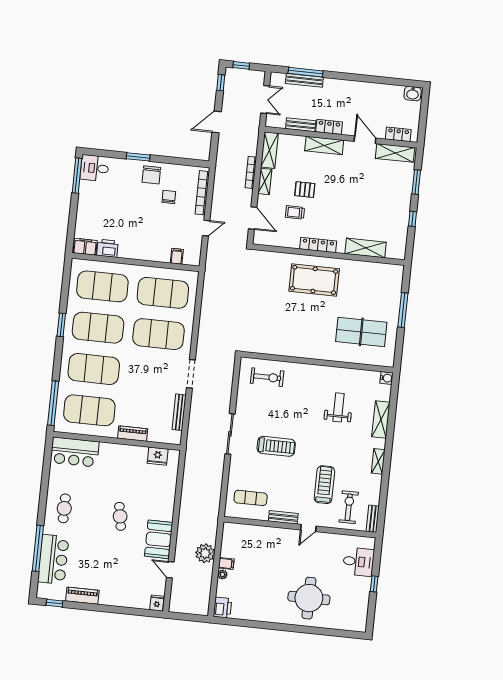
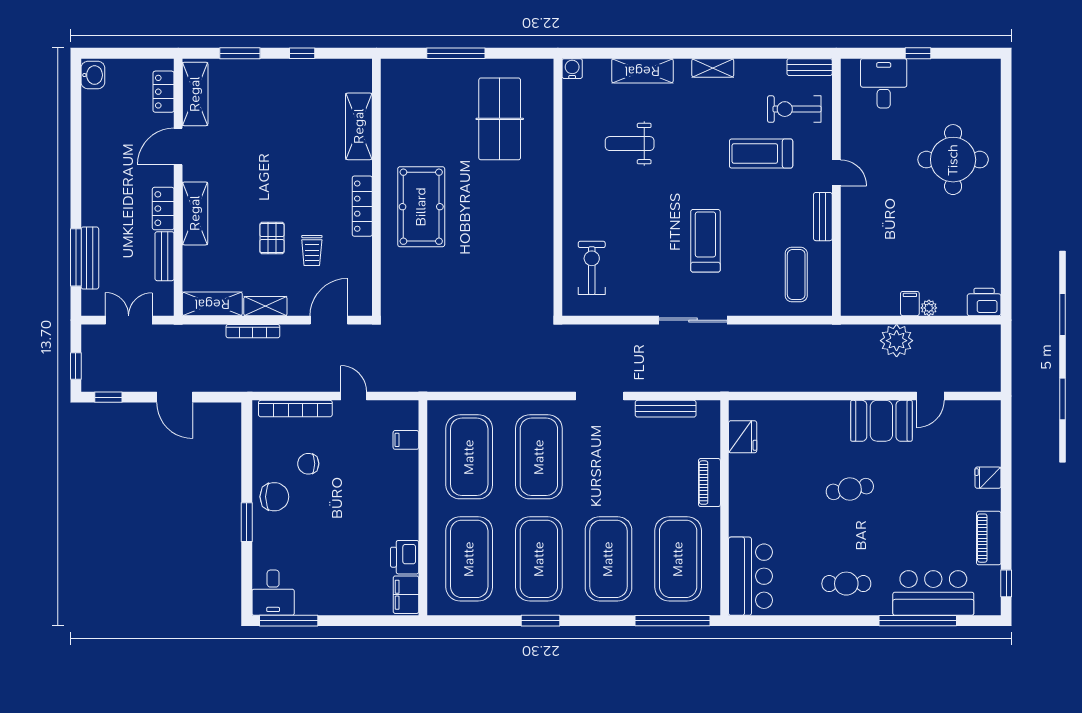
fridge: (157, 603) -> (988, 478), moved

